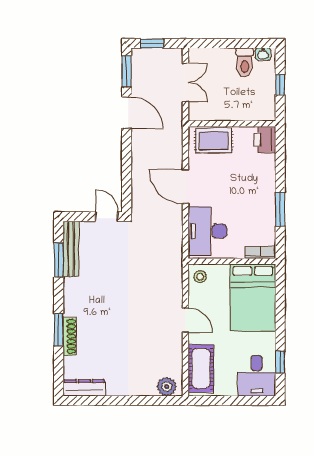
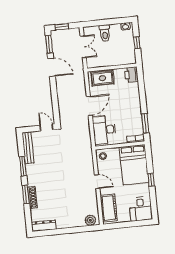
toilet: (245, 62) -> (105, 33), moved
door: (185, 187) -> (89, 106), swing flipped
window: (280, 209) -> (145, 123), moved
window: (59, 260) -> (23, 166), moved
window: (280, 362) -> (151, 180), moved

